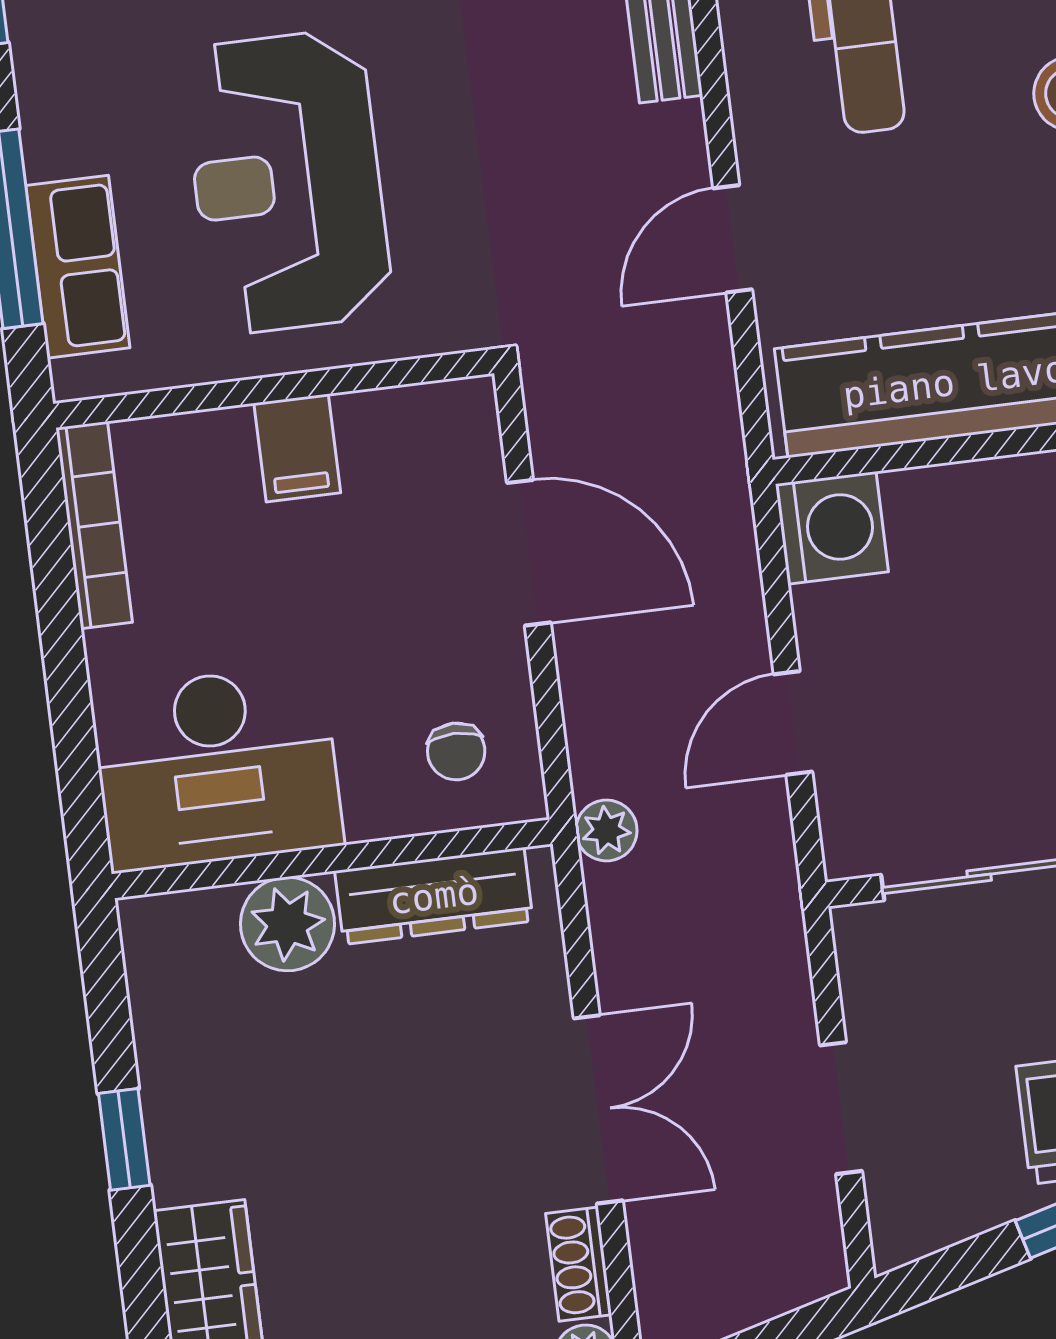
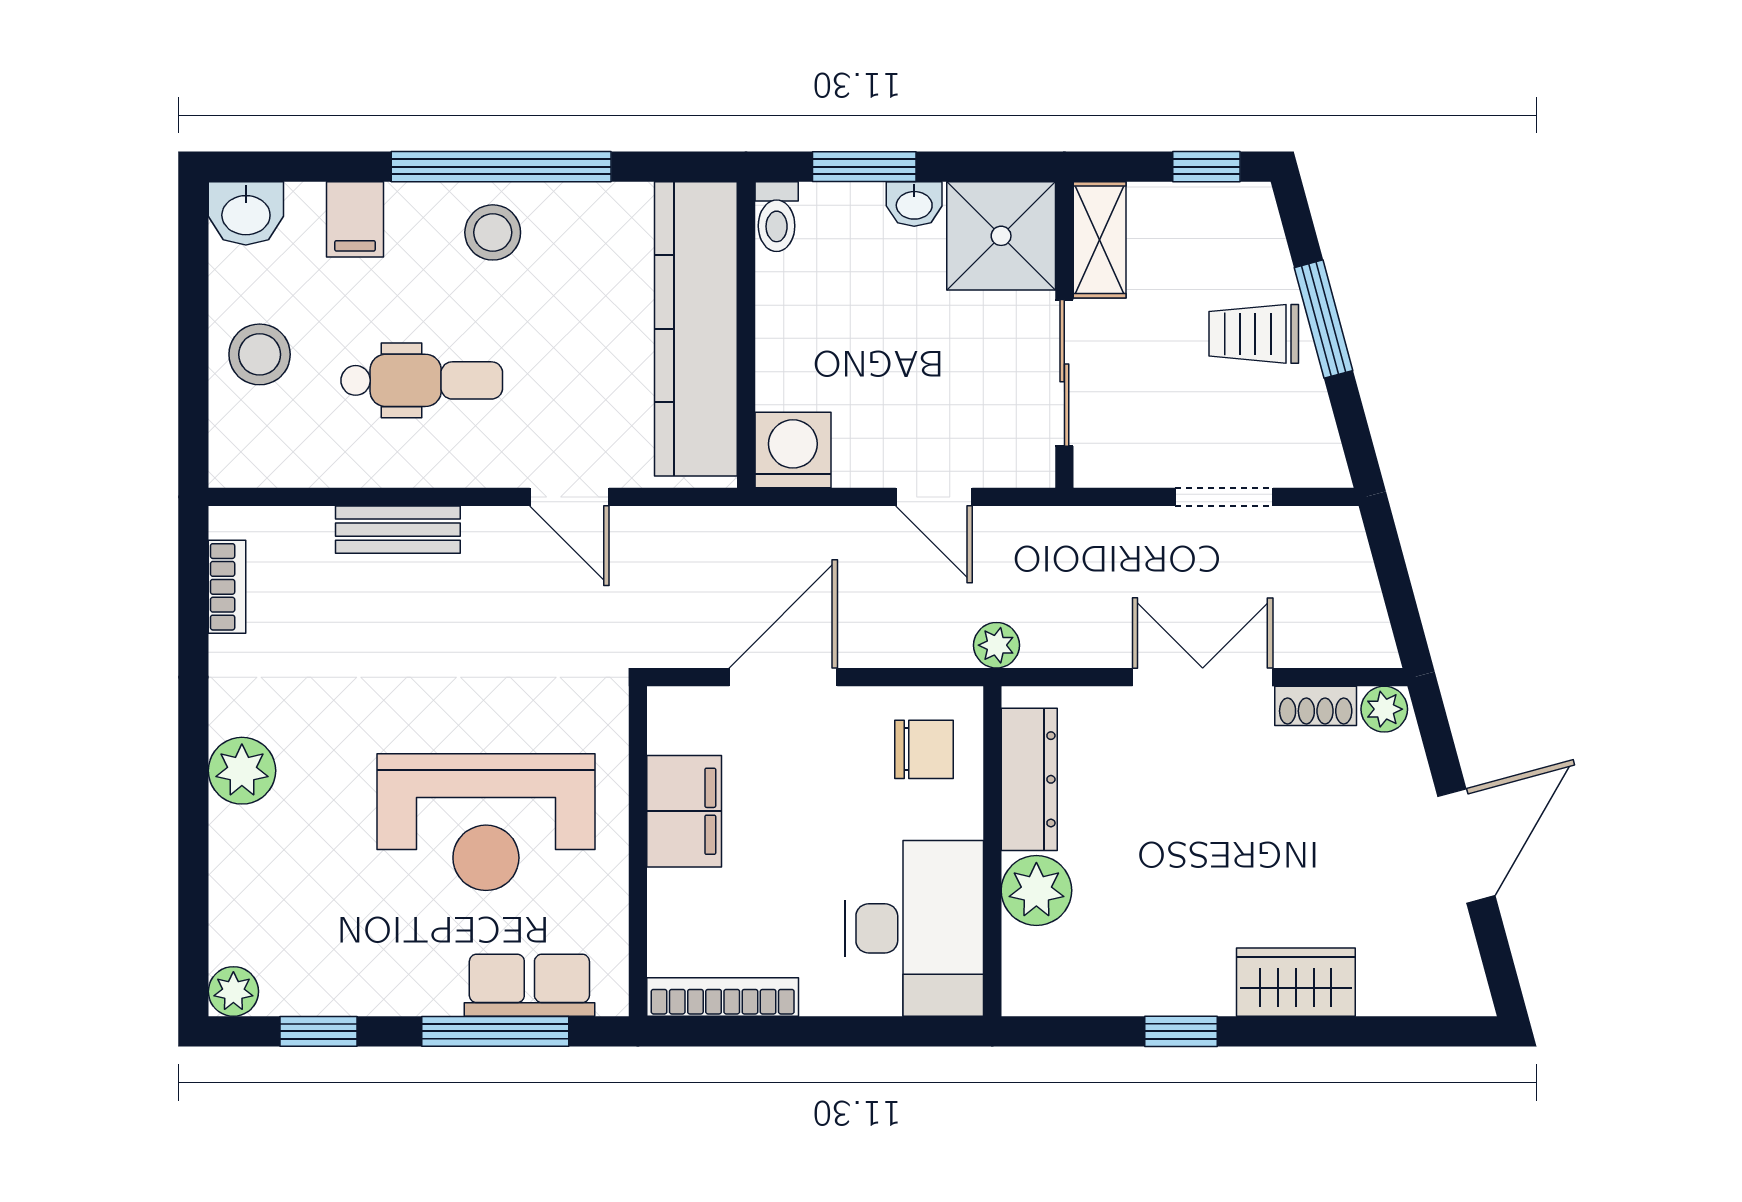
filing cabinet: (297, 448) -> (684, 811), width x2.00
chair: (456, 751) -> (924, 749), width x1.37, depth x1.37

